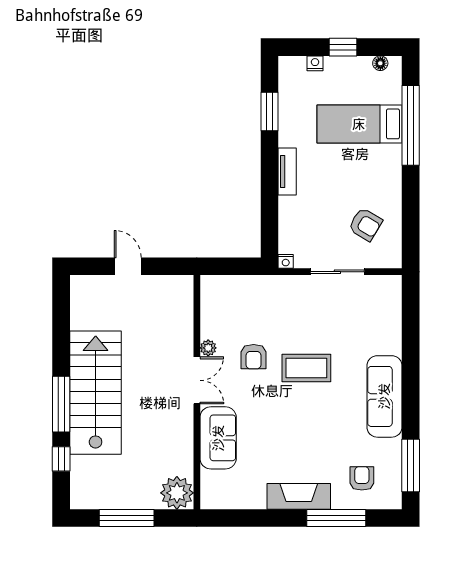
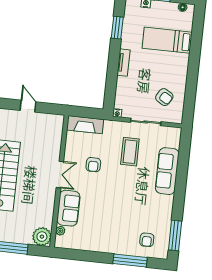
window: (411, 125) -> (196, 44), removed
plant: (208, 348) -> (60, 231), moved
coffee table: (306, 368) -> (130, 152), moved, turned 90
sofa: (384, 396) -> (167, 171), moved
armchair: (362, 478) -> (147, 240), turned 180
fireplace: (299, 496) -> (85, 125), moved, turned 180

